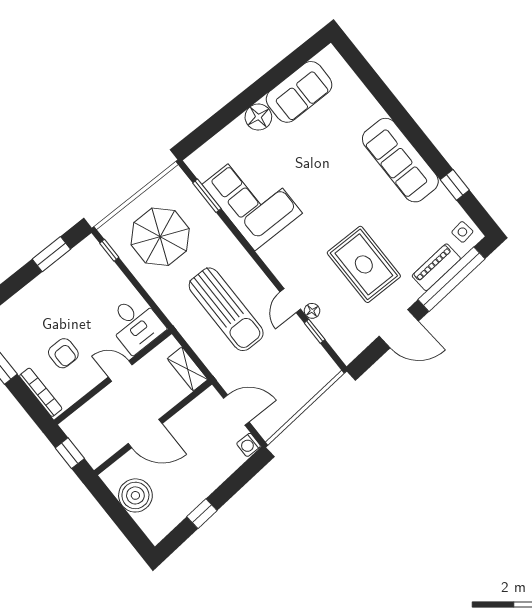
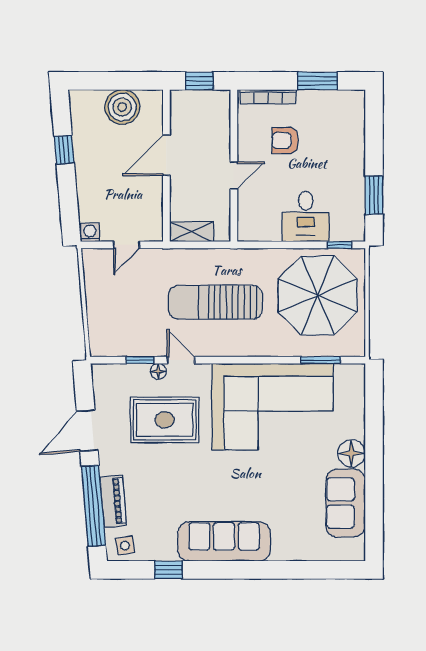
corner sofa: (252, 199) -> (273, 407), width x1.36, depth x1.36
parasol: (160, 237) -> (318, 295), width x1.36, depth x1.36
rug: (364, 264) -> (165, 420), moved
desk: (135, 324) -> (306, 216), moved, turned -90
door: (236, 410) -> (127, 245), width x0.73

